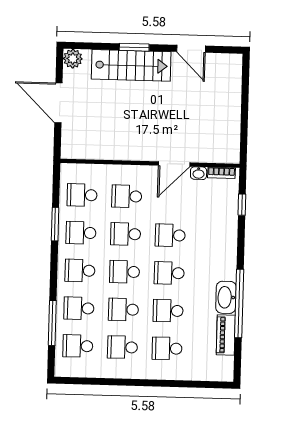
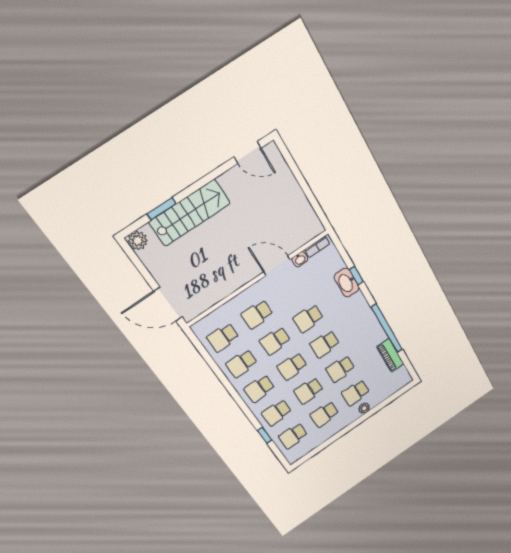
window: (134, 47) -> (162, 209), moved
door: (191, 49) -> (248, 152), moved
door: (58, 103) -> (168, 304), moved
door: (174, 164) -> (277, 266), swing flipped
window: (242, 205) -> (356, 276), moved
window: (55, 224) -> (218, 372), removed
washbasin: (226, 297) -> (347, 282), moved
window: (52, 323) -> (265, 435), width x0.46
plant: (165, 373) -> (364, 408), added

